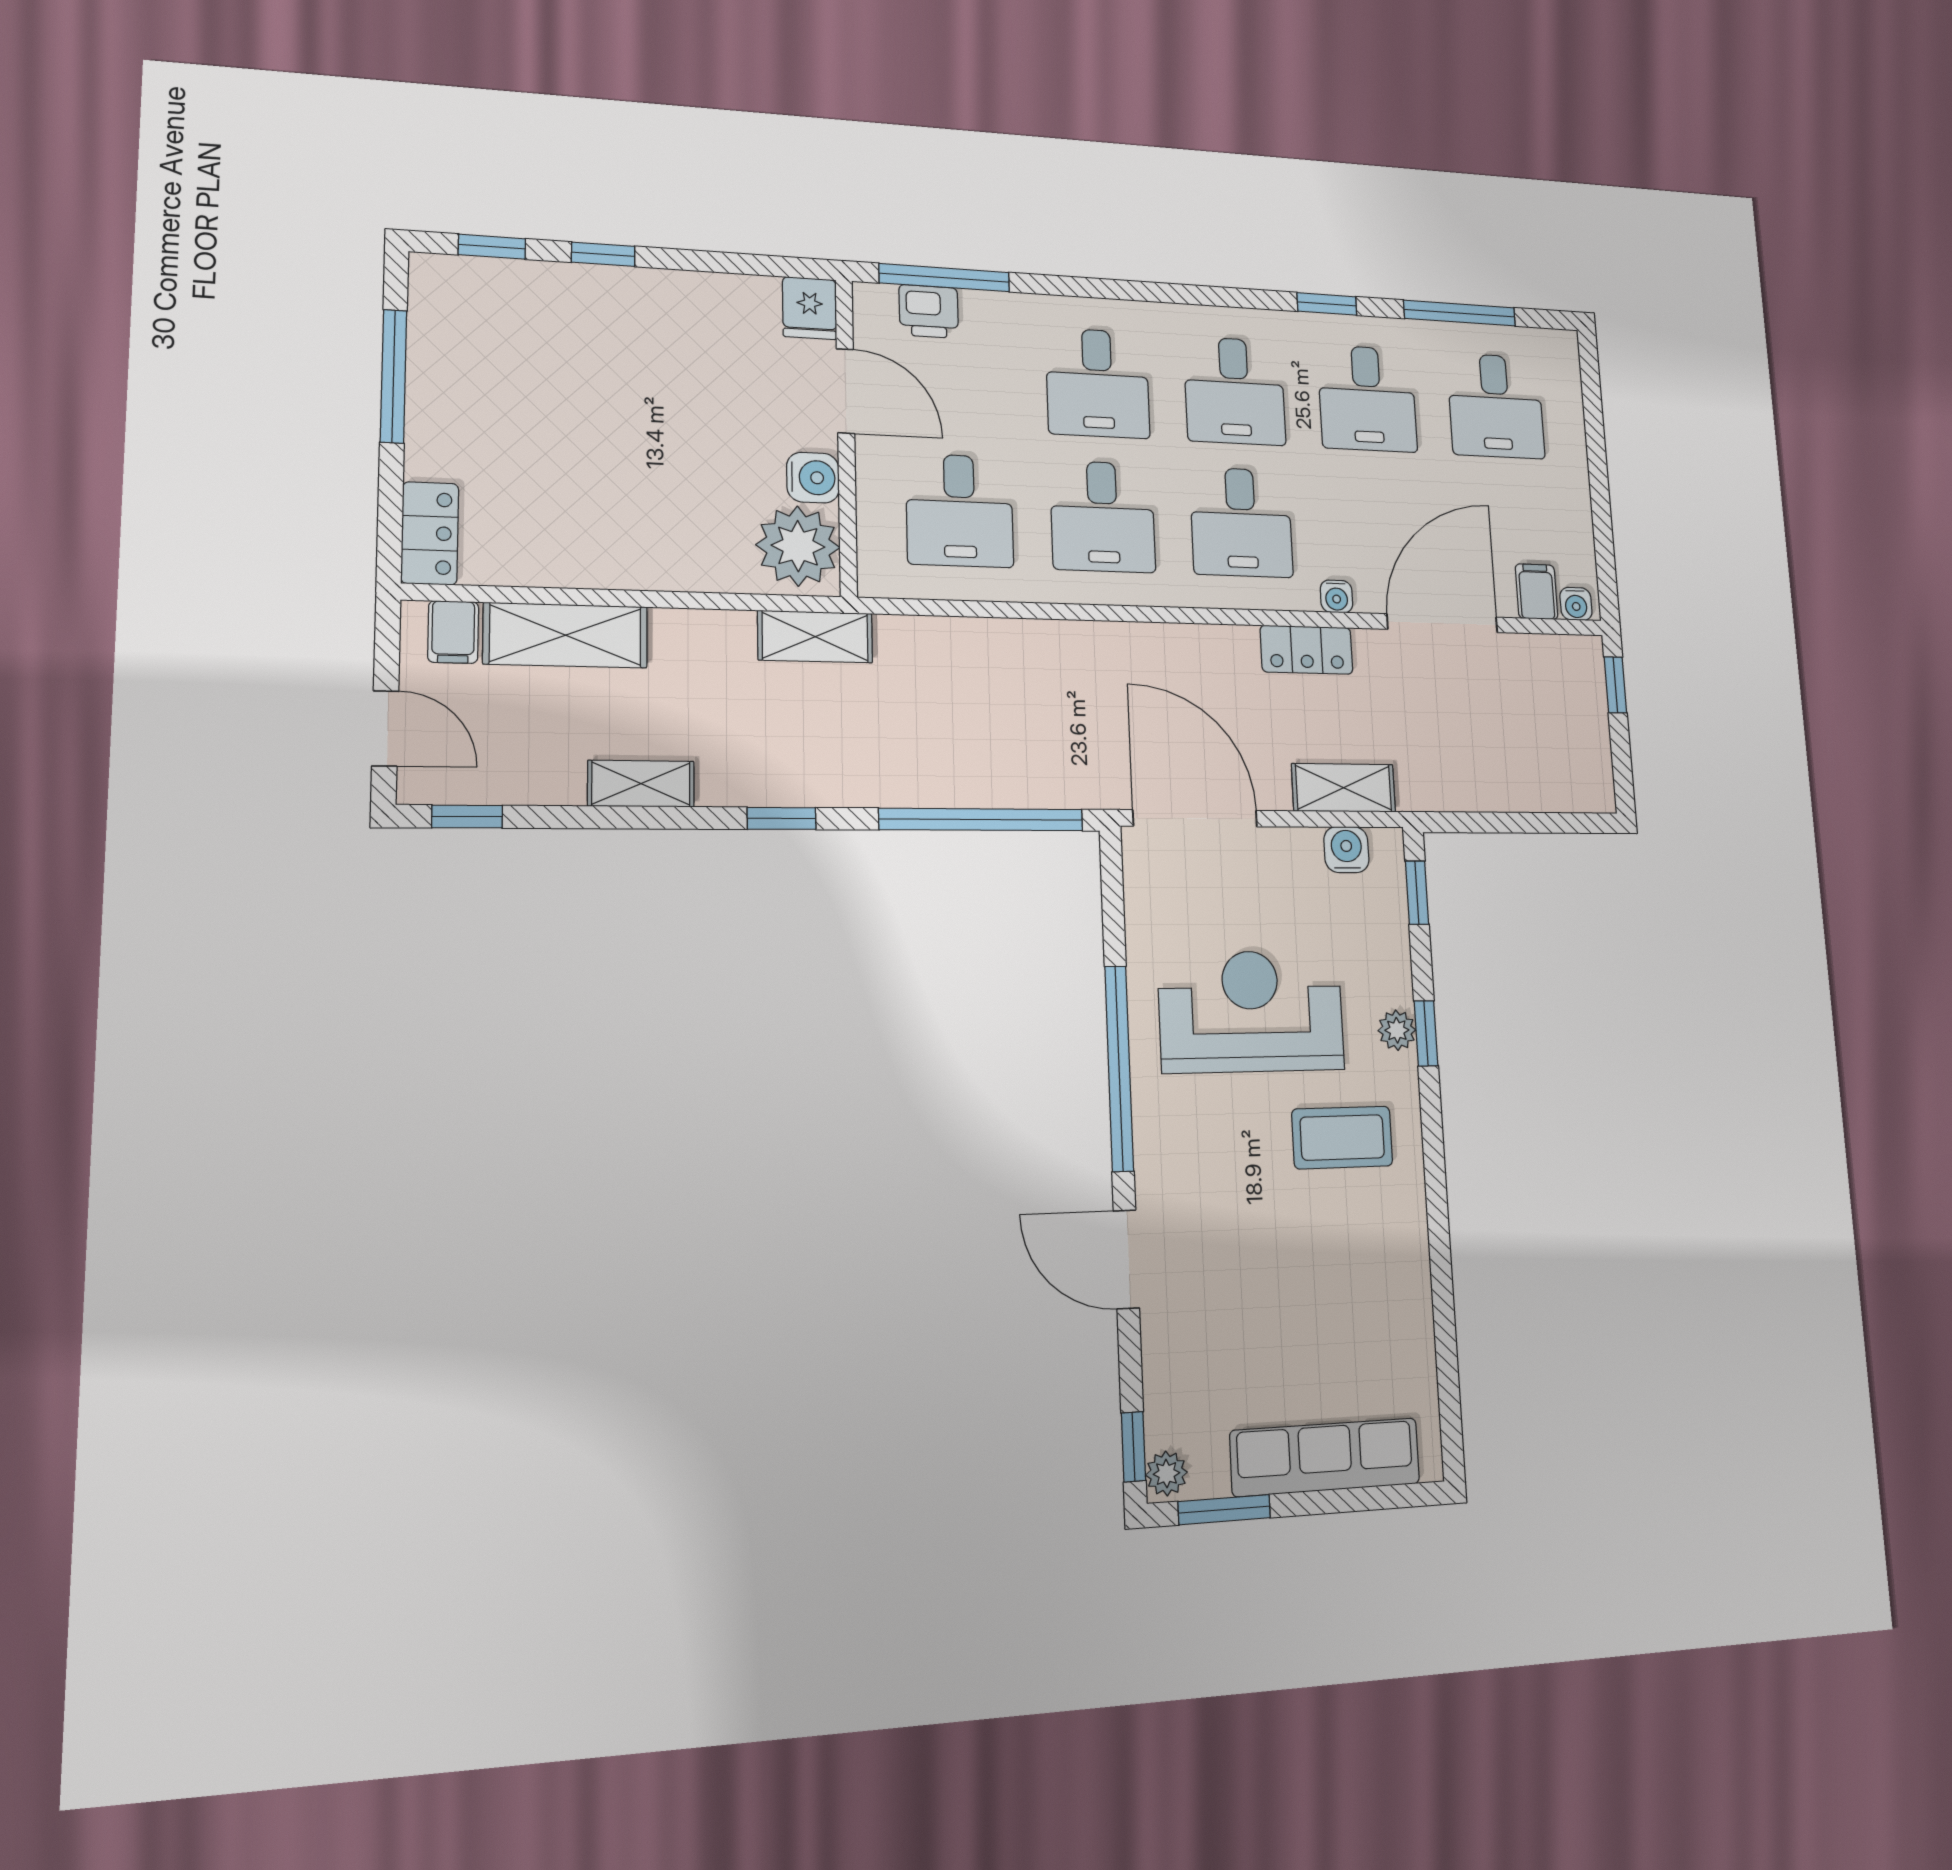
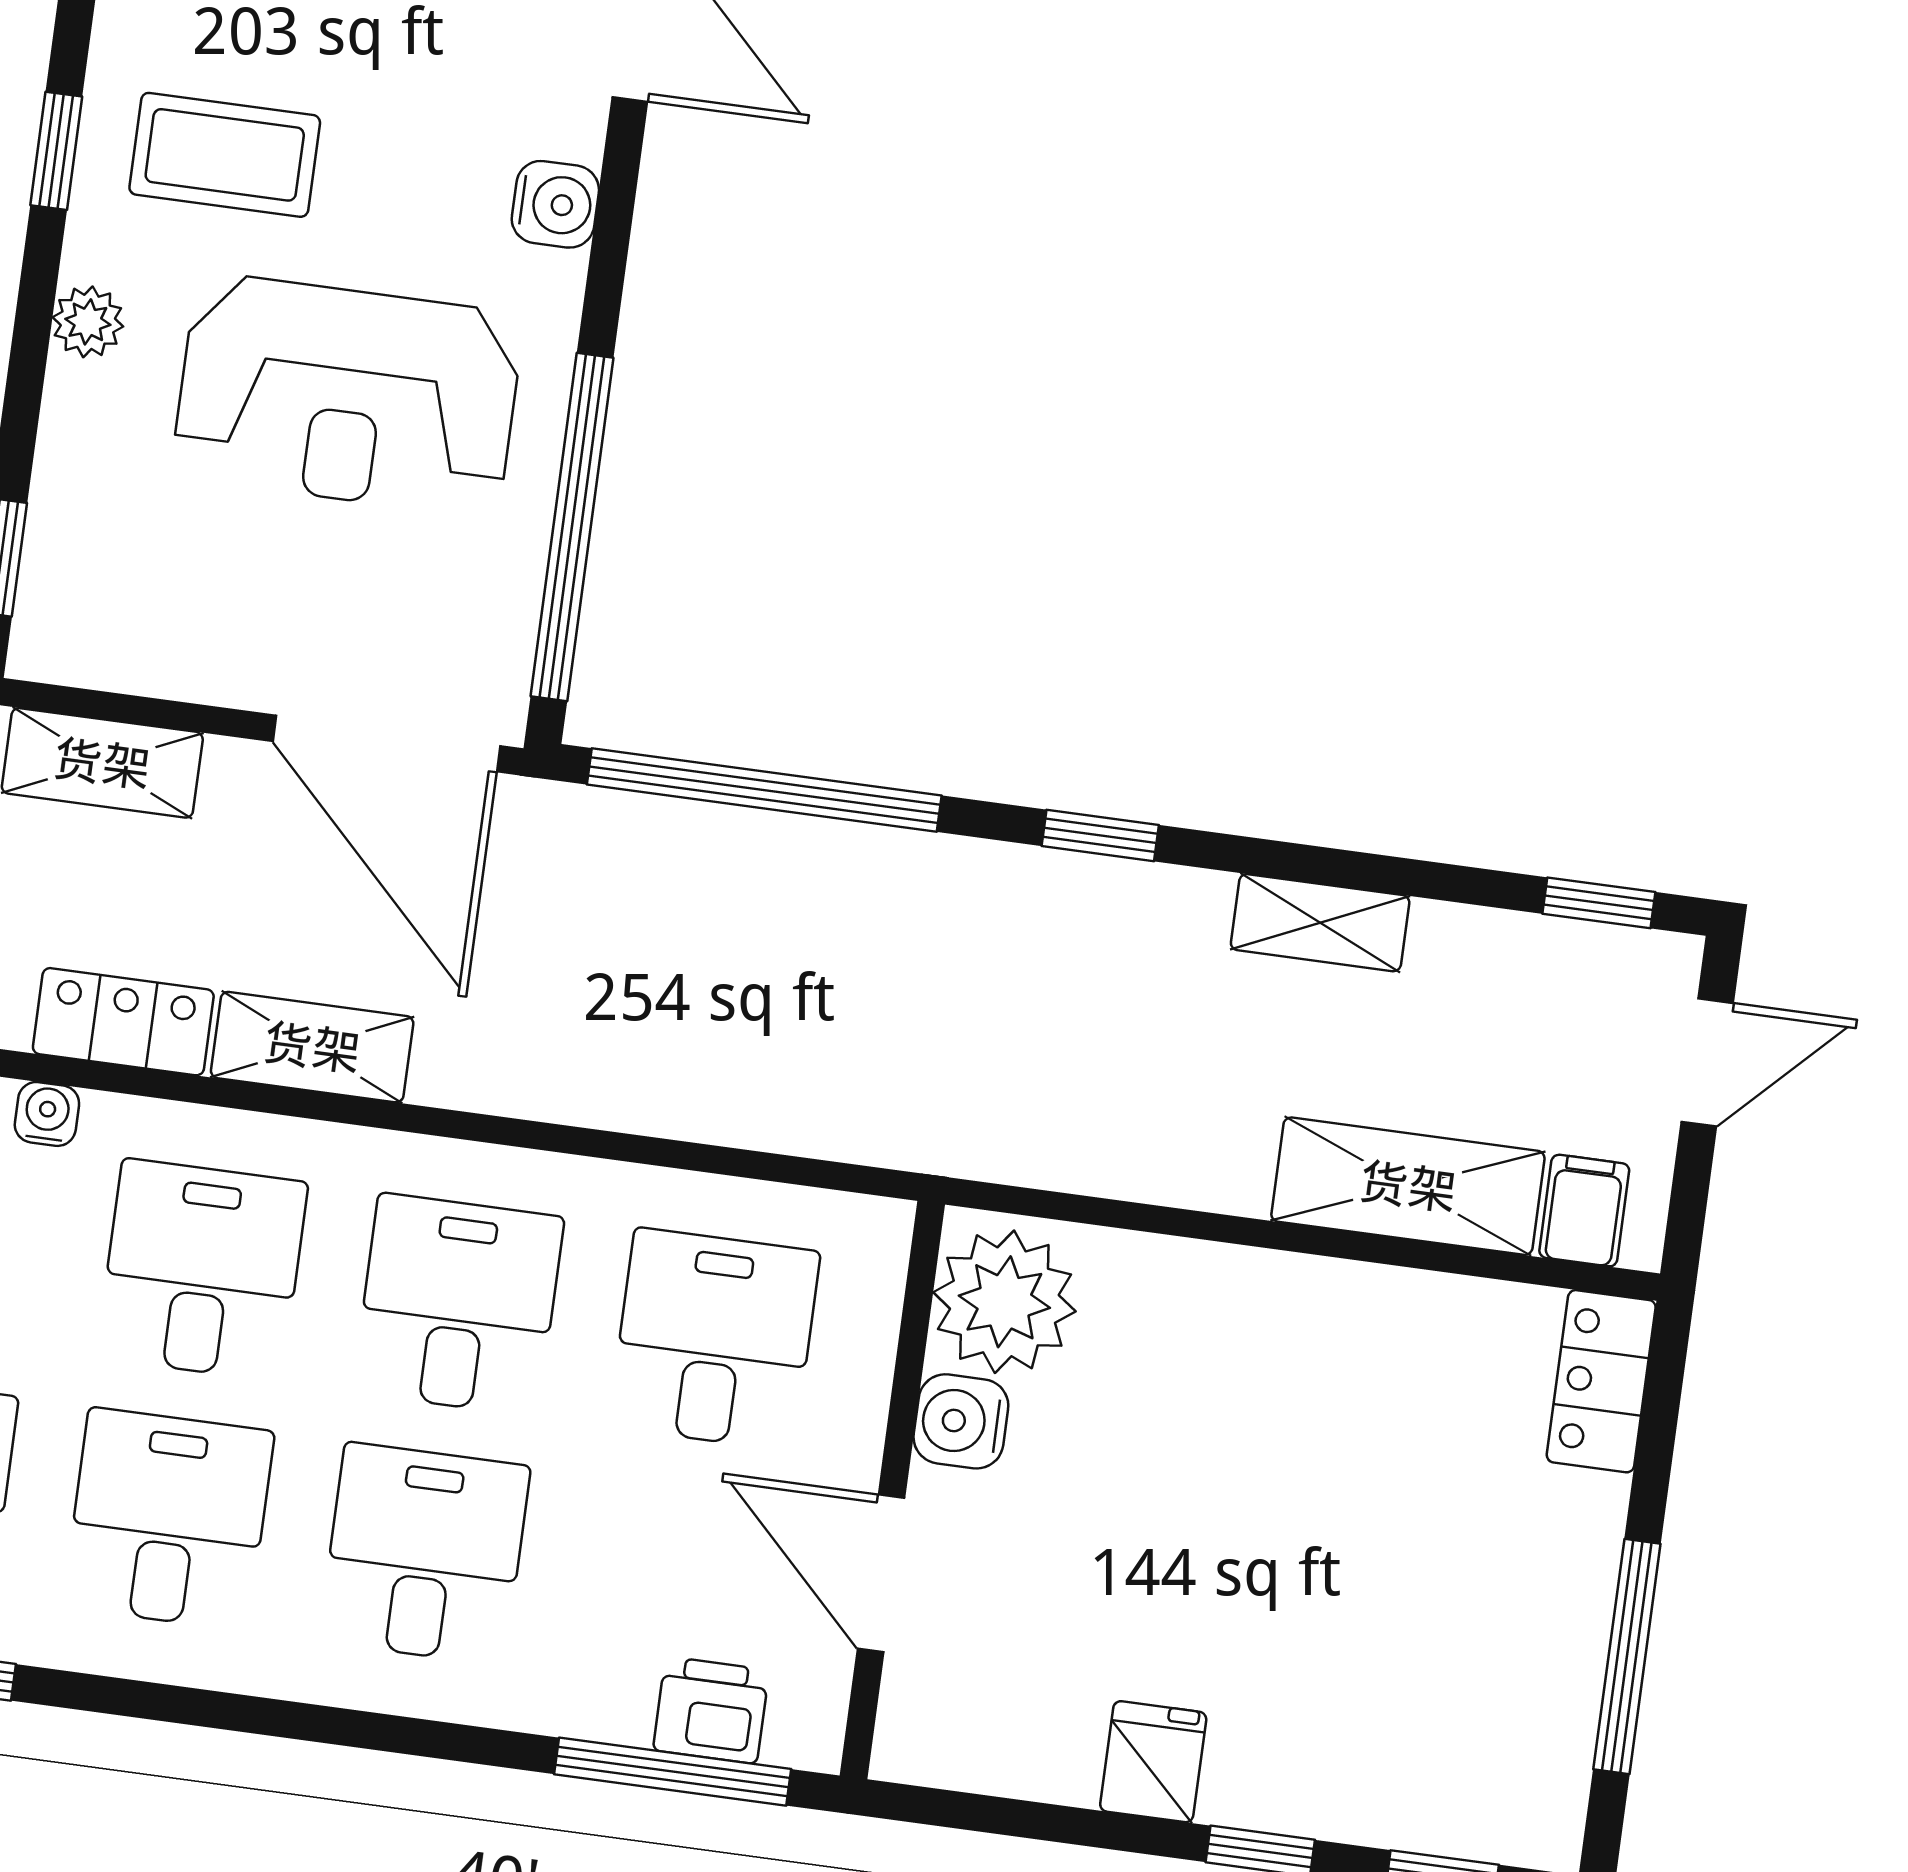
fridge: (810, 308) -> (1153, 1762), moved
shelving: (815, 637) -> (312, 1047), moved
door: (385, 728) -> (1707, 1062), swing flipped
water cooler: (1346, 850) -> (555, 204), moved, turned -90
window: (1426, 1033) -> (56, 151), moved
window: (1119, 1068) -> (572, 527), moved

